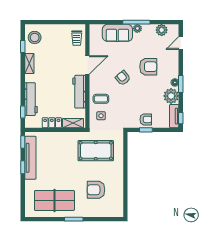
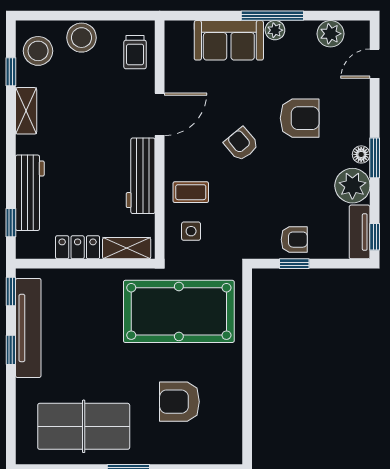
stool: (53, 32) -> (81, 38), added
pool table: (96, 151) -> (179, 311), width x1.36, depth x1.32

